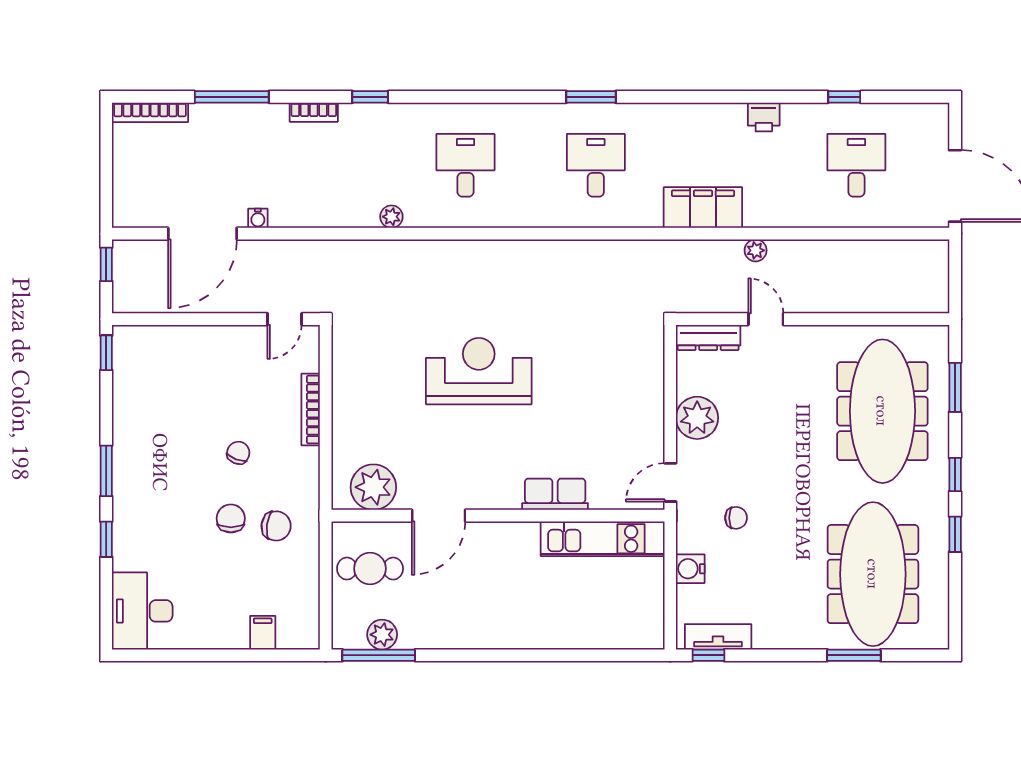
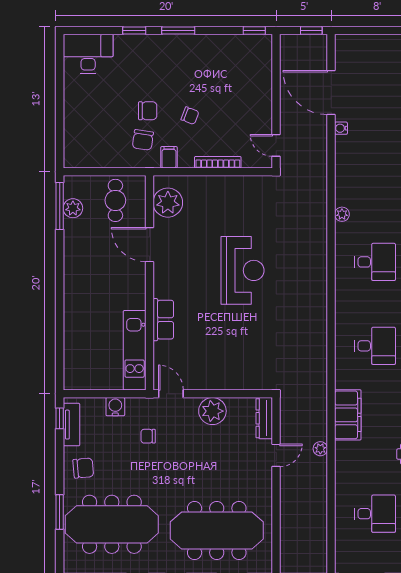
chair: (736, 518) -> (148, 436), turned 90
chair: (786, 618) -> (83, 468), added
filing cabinet: (263, 633) -> (169, 157), moved, turned -90

